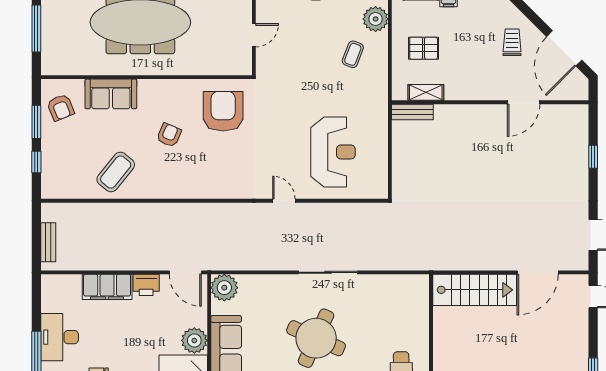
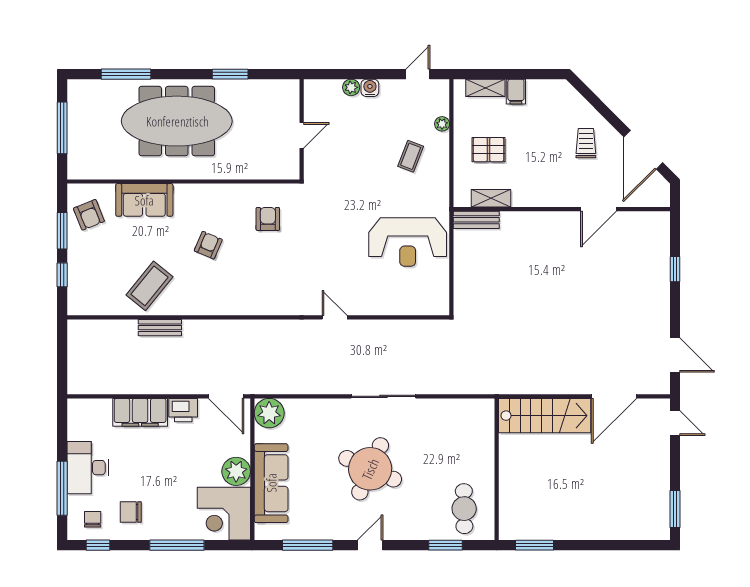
plant: (376, 19) -> (442, 124), width x0.53, depth x0.53
armchair: (223, 111) -> (268, 219), width x0.53, depth x0.53
reception desk: (333, 152) -> (408, 242), moved, turned 90
bench: (48, 242) -> (160, 328), moved, turned 90

